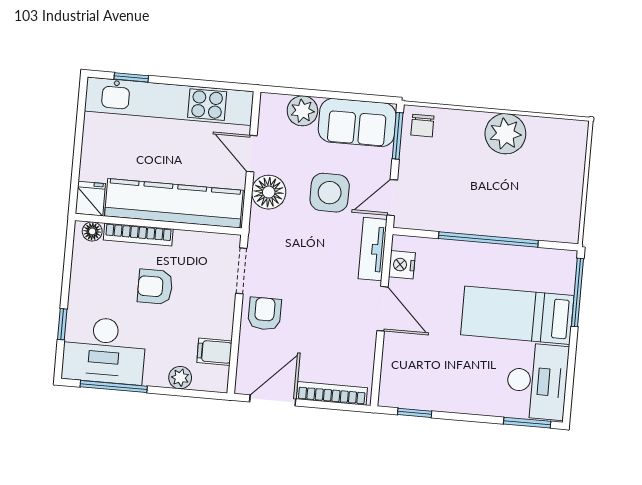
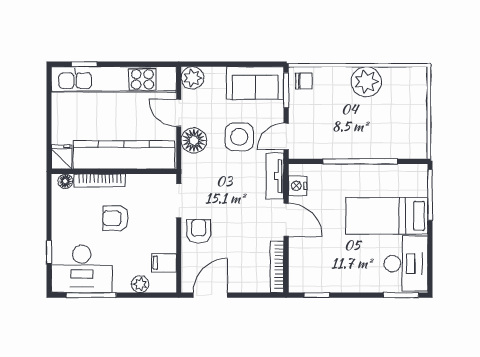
plant: (302, 111) -> (192, 78), moved
chair: (422, 126) -> (304, 81), turned -90
bookcase: (332, 393) -> (277, 267), moved, turned -90

